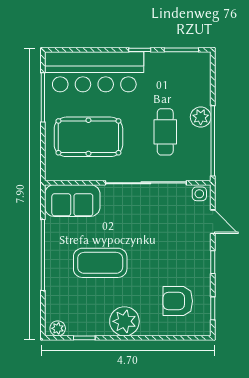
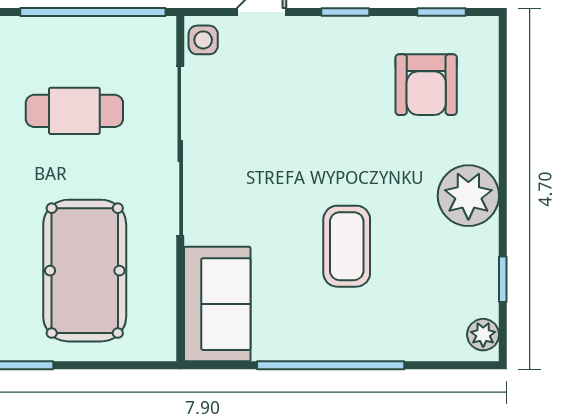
plant: (201, 117) -> (44, 37), removed
coffee table: (100, 263) -> (347, 246), width x0.73, depth x0.76

